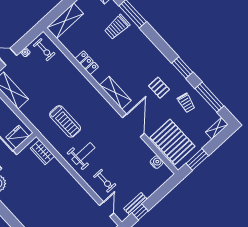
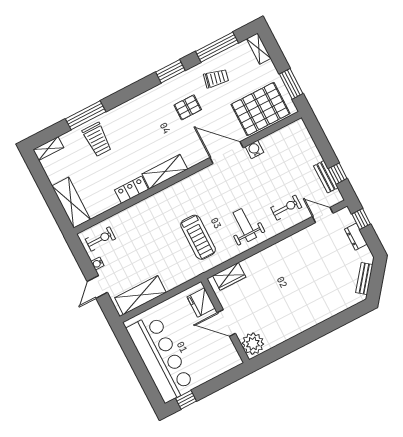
shelving: (115, 93) -> (165, 172), moved
treadmill: (65, 121) -> (198, 237), turned 90
water cooler: (157, 162) -> (254, 149), moved

